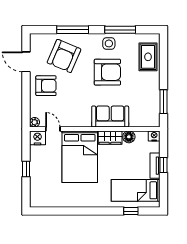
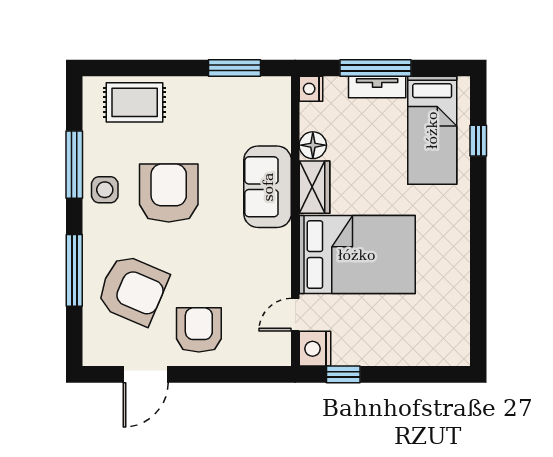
plant: (35, 122) -> (280, 355), removed
window: (163, 165) -> (375, 68), width x2.17
window: (26, 169) -> (343, 374), moved

